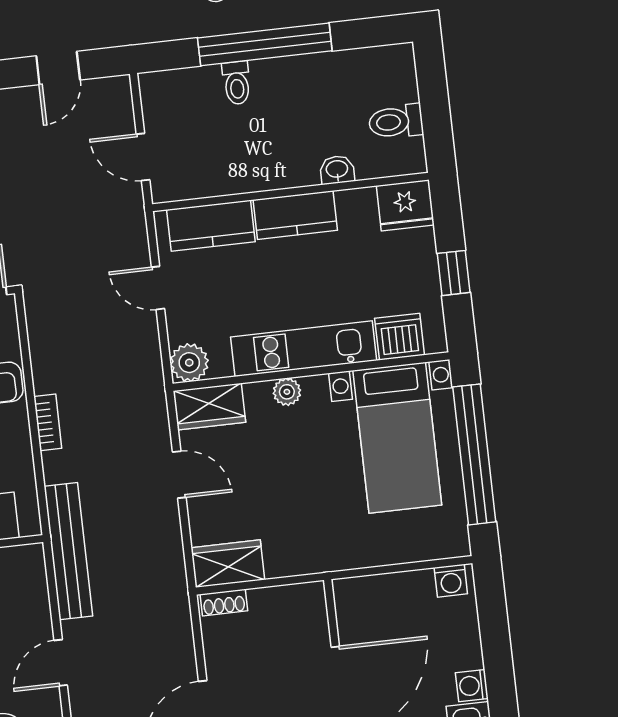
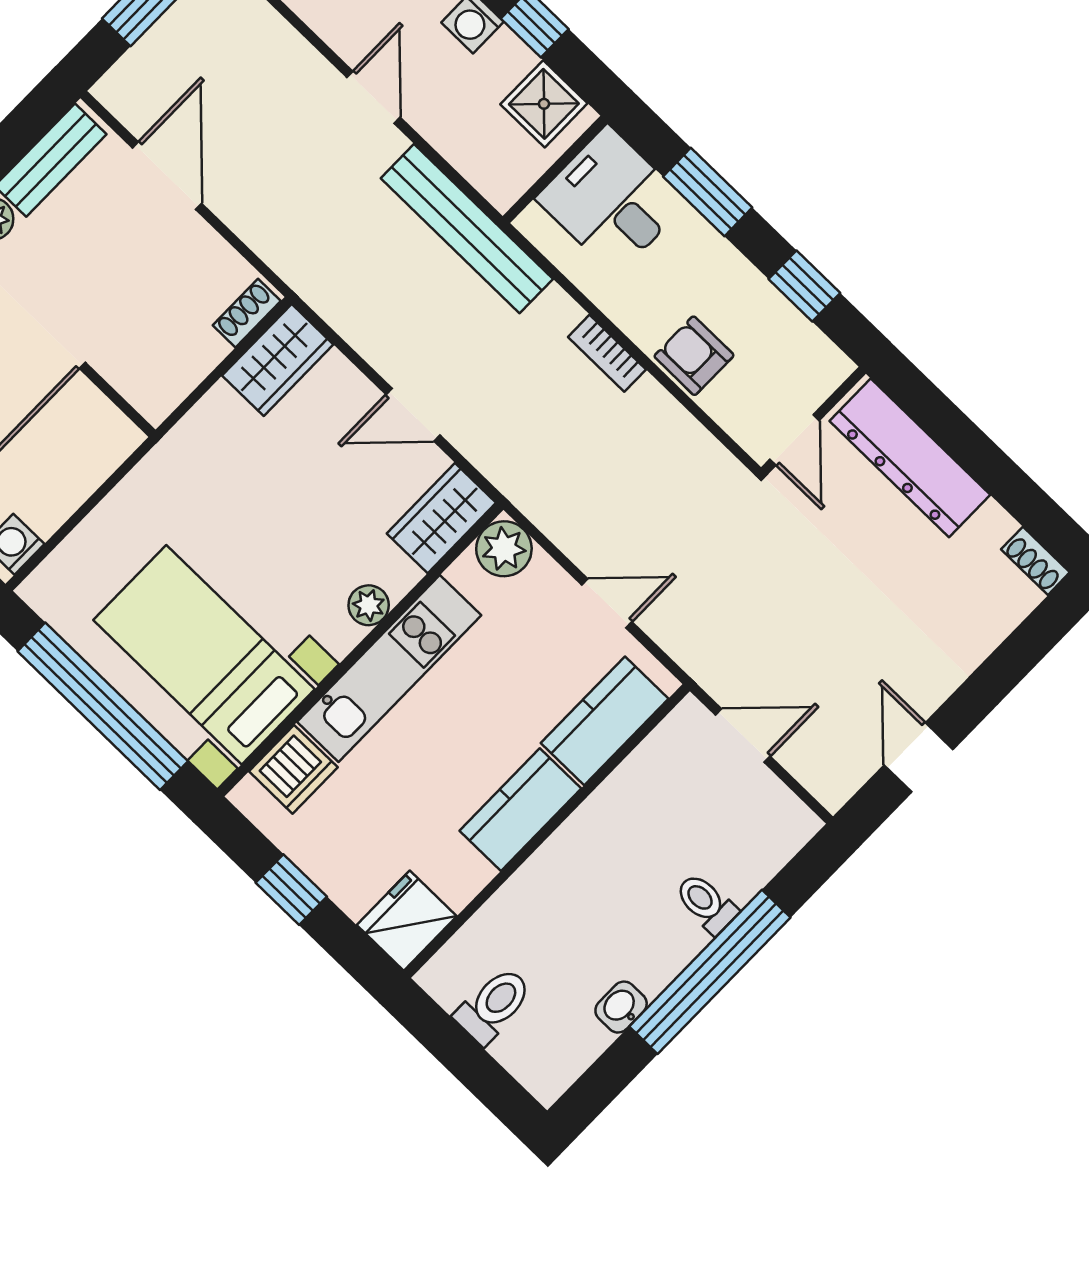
washbasin: (337, 170) -> (621, 1007), moved, turned 180

